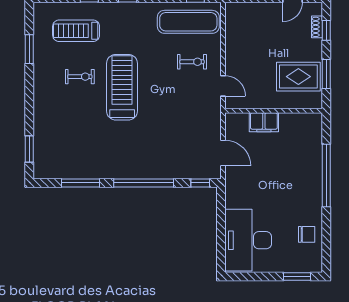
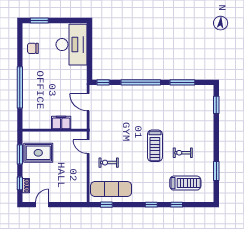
treadmill: (122, 87) -> (155, 146), width x0.73, depth x0.73

